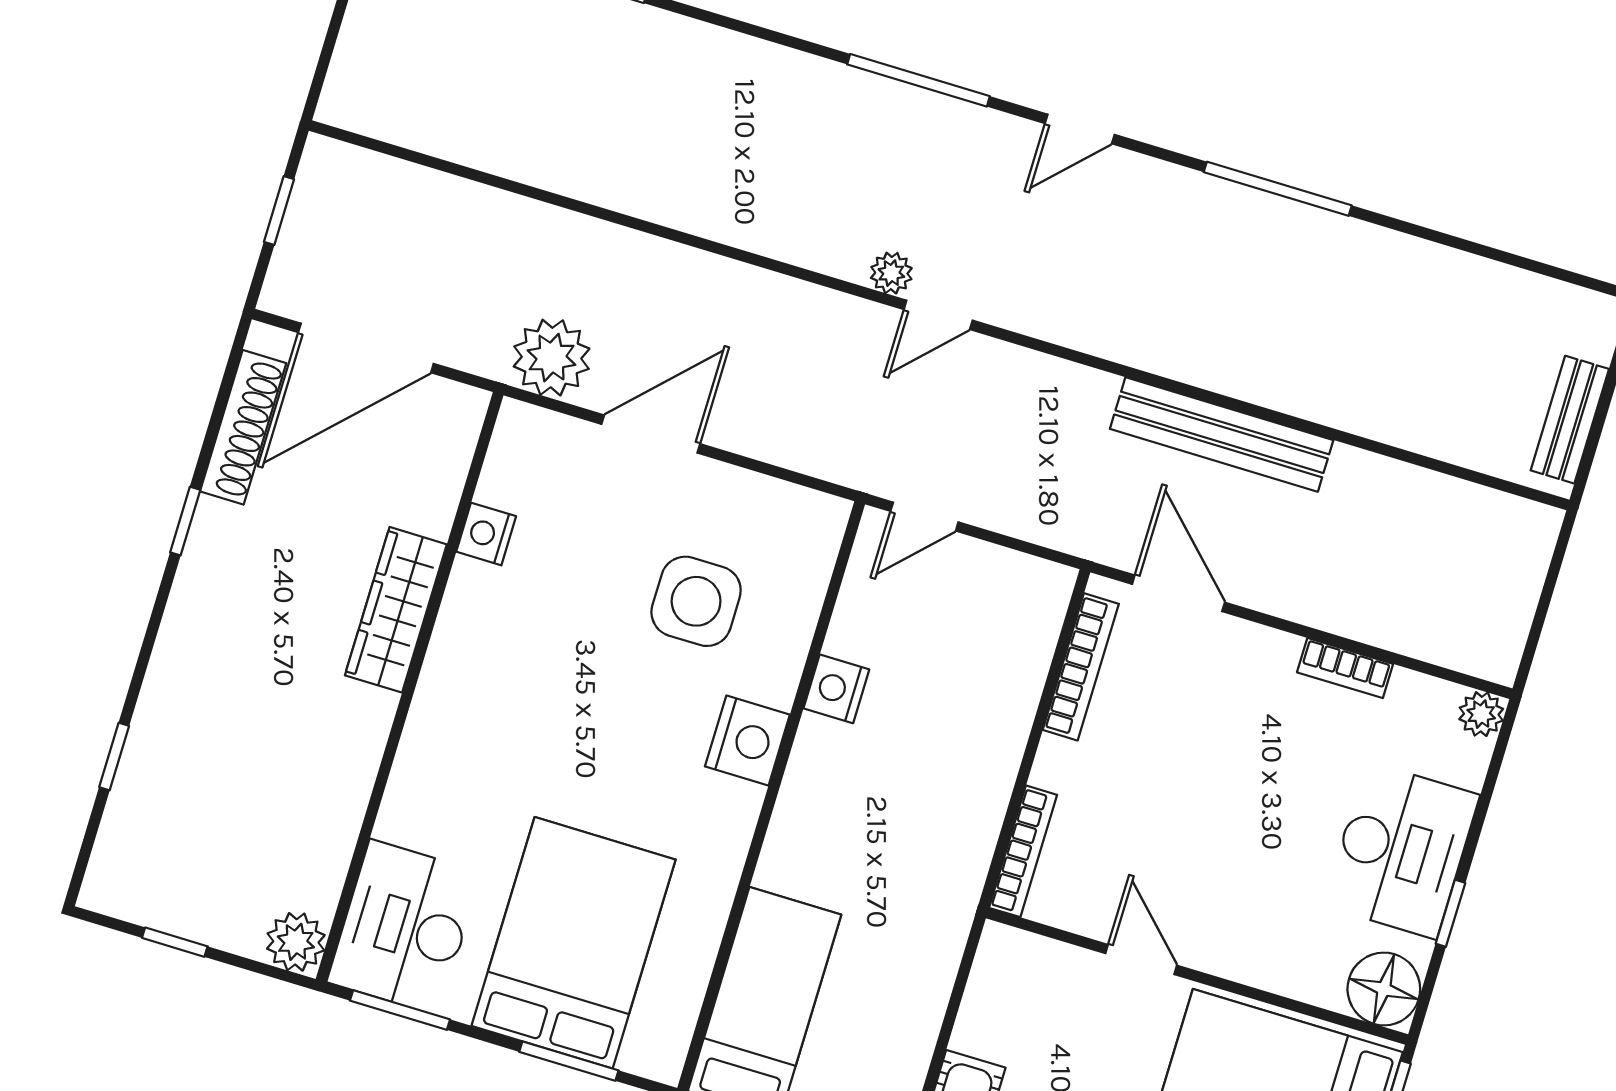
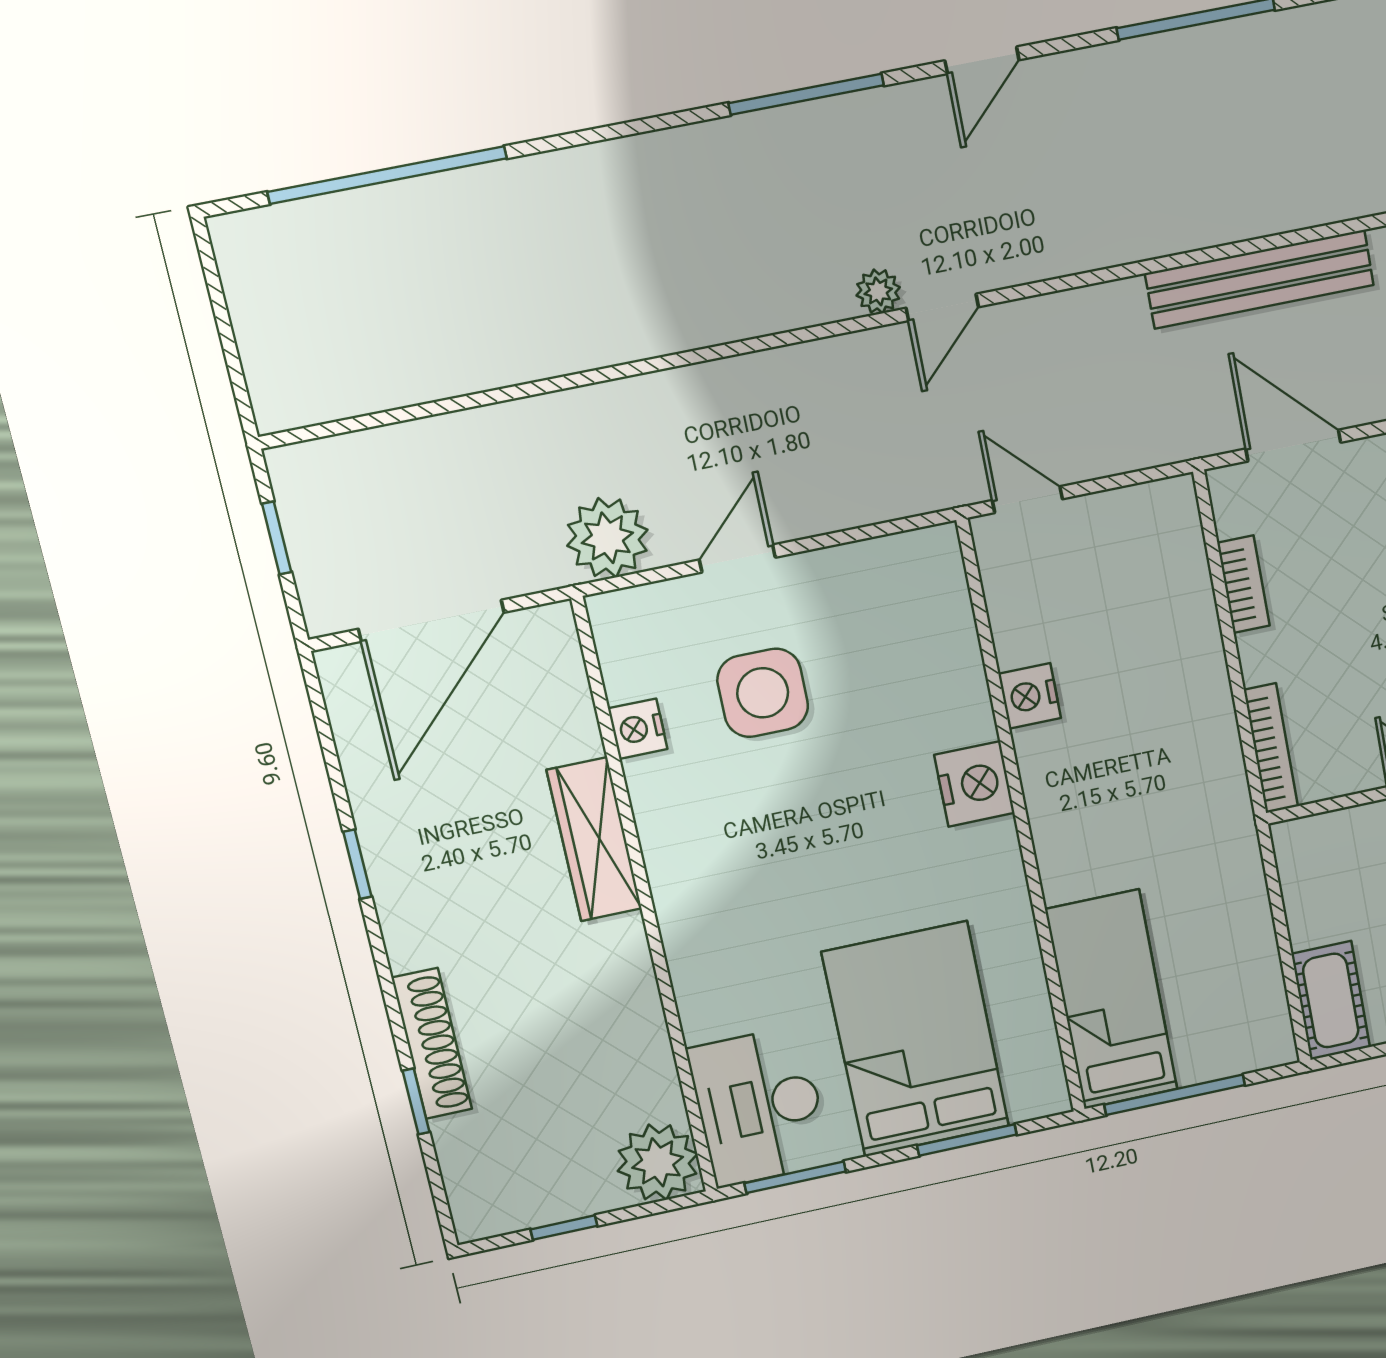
shoe rack: (243, 427) -> (432, 1044), moved
door: (651, 434) -> (737, 559), width x0.73
door: (924, 517) -> (1027, 500), swing flipped
side table: (696, 601) -> (763, 693), moved
bookcase: (1081, 667) -> (1243, 584), width x0.64
plant: (296, 942) -> (658, 1162), width x1.36, depth x1.36

